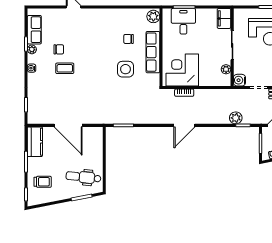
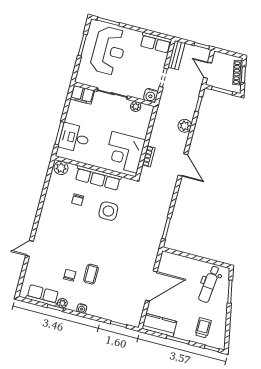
plant: (236, 118) -> (185, 126), moved

